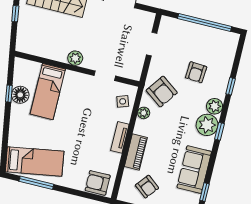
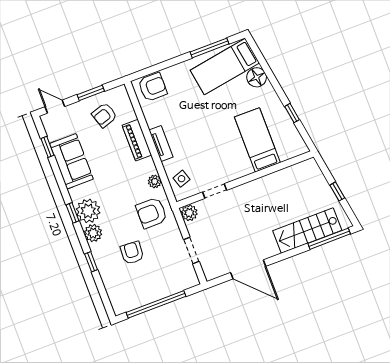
plant: (75, 58) -> (189, 213), moved
armchair: (162, 92) -> (152, 213), turned -36
floor lamp: (20, 95) -> (257, 77), moved
armchair: (147, 187) -> (104, 115), turned -57

